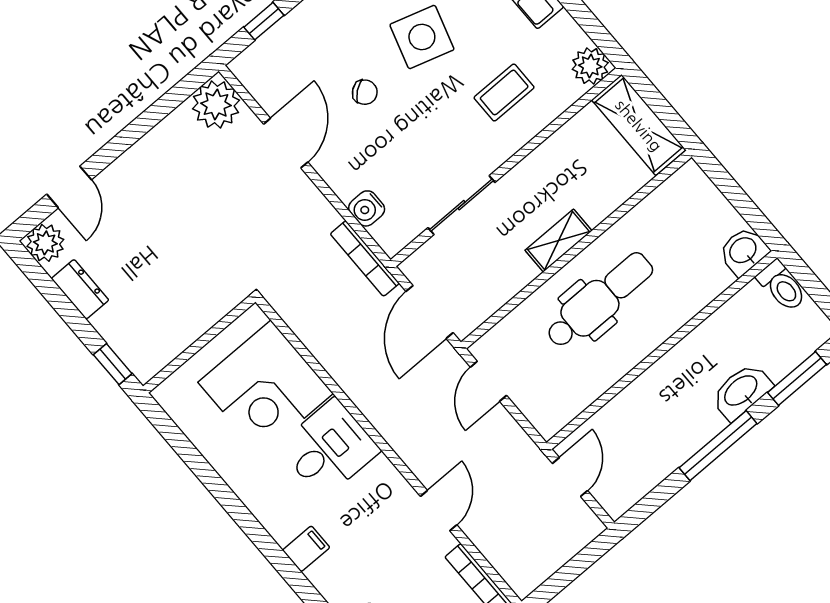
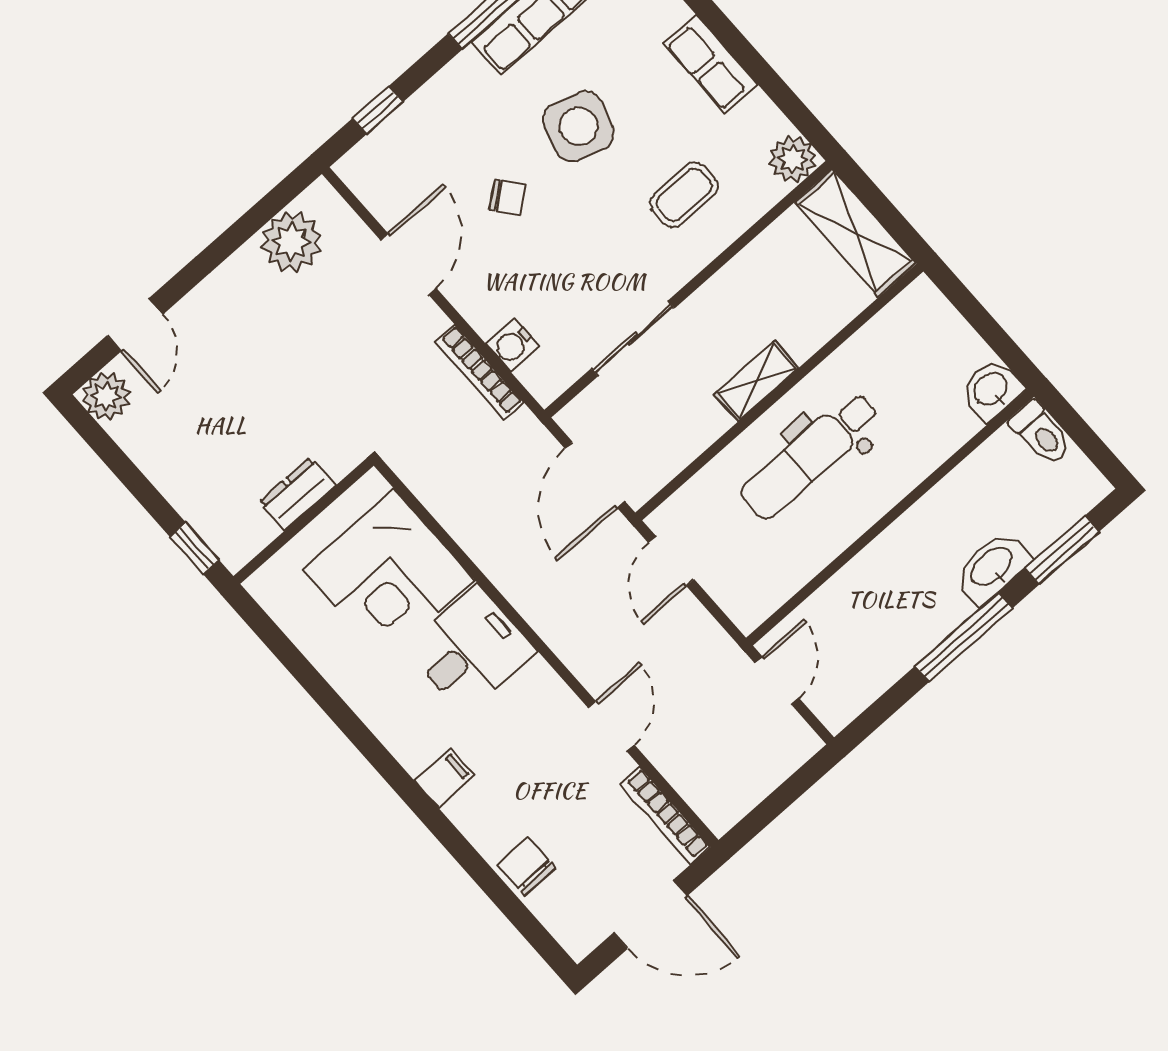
plant: (216, 104) -> (291, 241), moved
bookcase: (365, 259) -> (479, 372), moved
dresser: (80, 289) -> (297, 494), moved, turned -90
dental chair: (599, 300) -> (810, 456), turned 180

